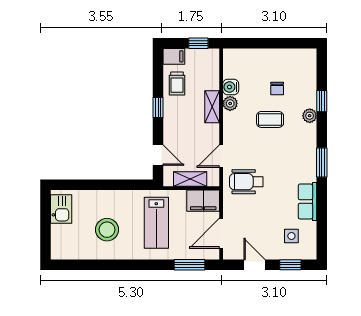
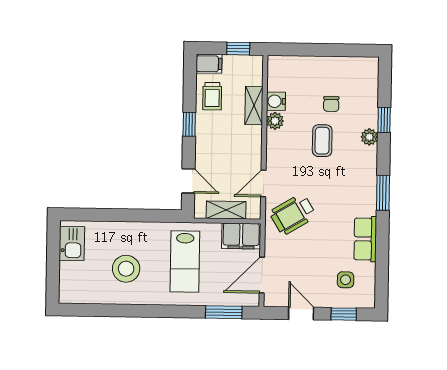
shelving: (212, 107) -> (254, 105), moved
coffee table: (270, 119) -> (322, 141), turned 90
wheelchair: (246, 182) -> (293, 214), turned -31

